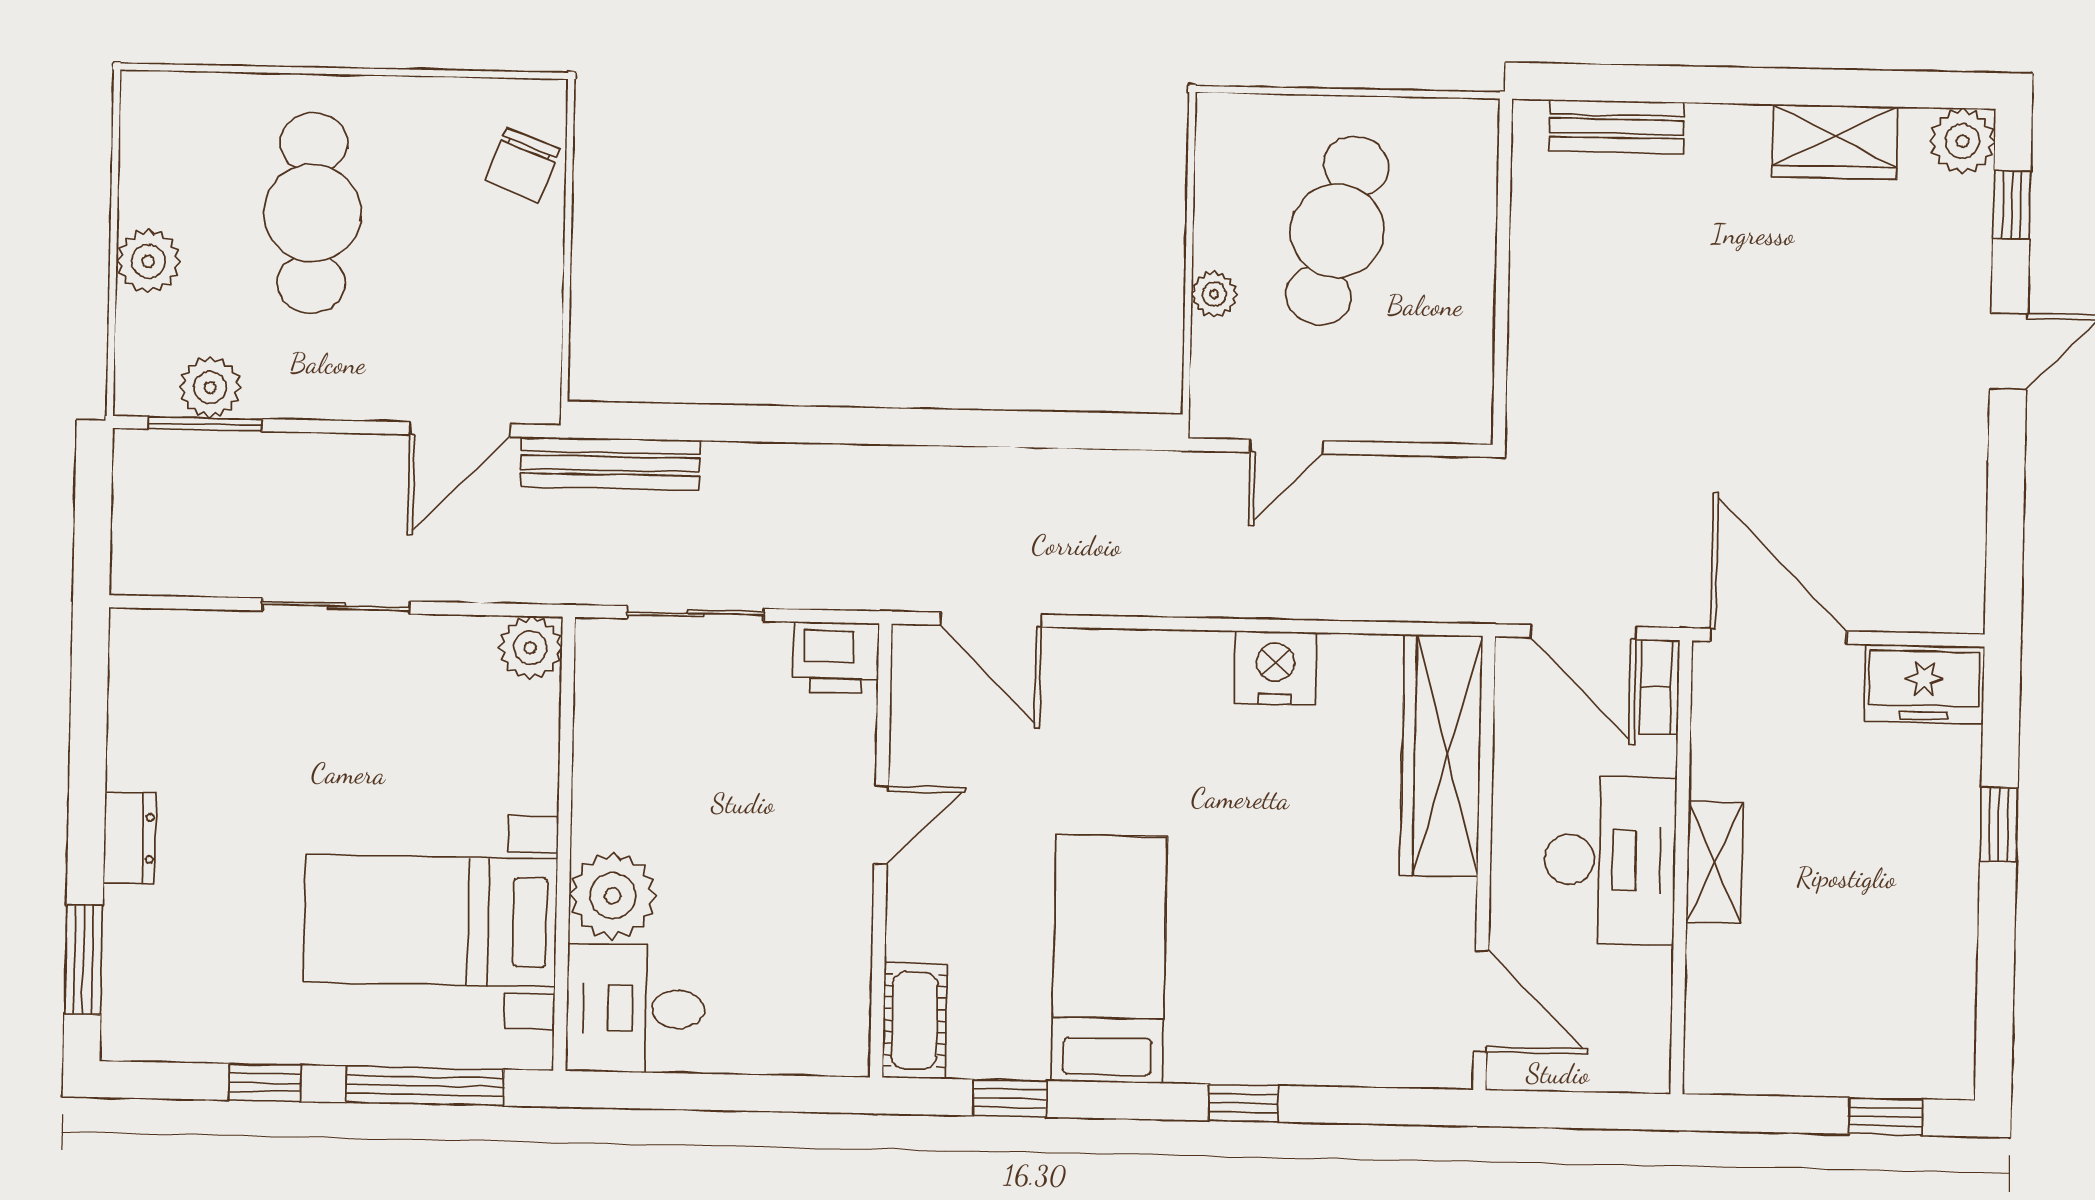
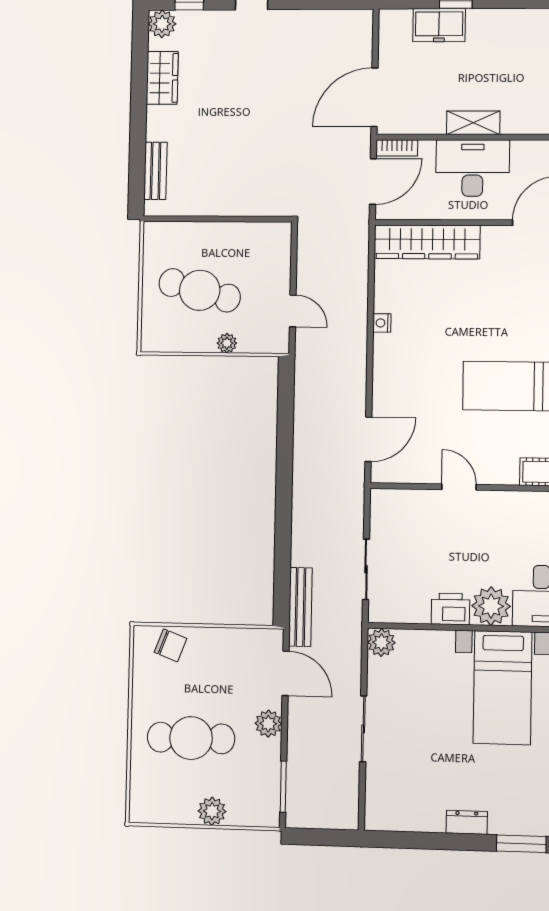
plant: (210, 387) -> (268, 724), moved
printer: (836, 658) -> (450, 609), moved, turned -90
nightstand: (1275, 668) -> (382, 323), width x0.53, depth x0.56
freezer: (1924, 684) -> (439, 25), moved, turned 90

